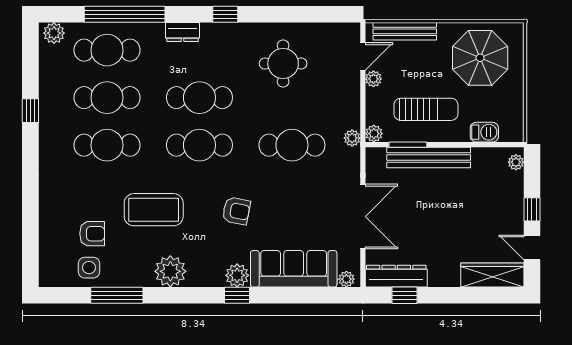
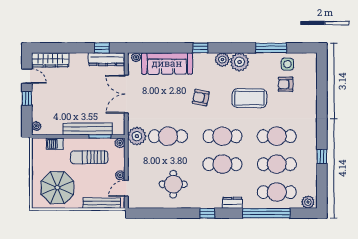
plant: (352, 138) -> (137, 136), width x1.87, depth x1.87
plant: (237, 275) -> (222, 60), moved

